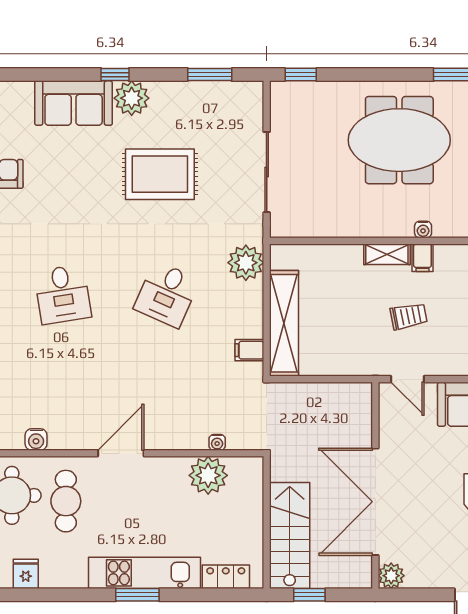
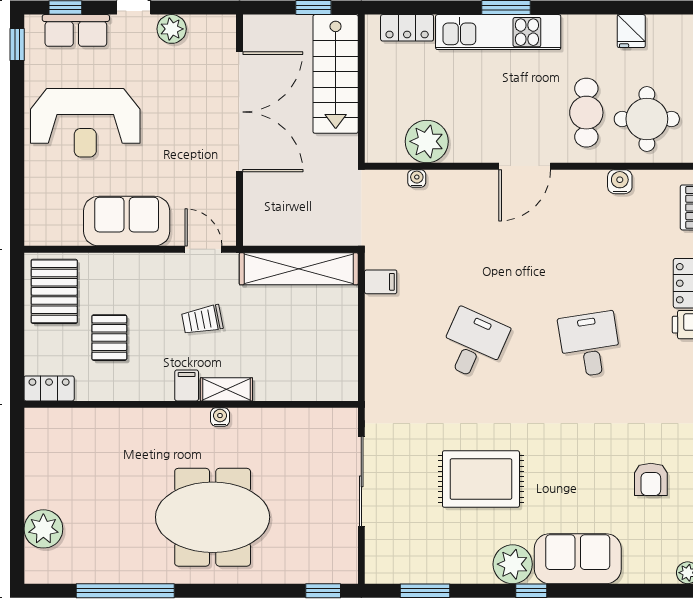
water cooler: (423, 230) -> (220, 417), moved
plant: (246, 263) -> (385, 380), removed
shelving: (284, 323) -> (299, 269), moved, turned 90
plant: (391, 576) -> (172, 29), moved

